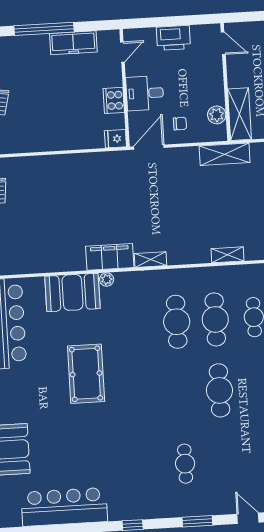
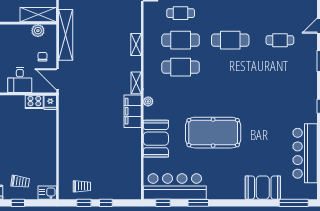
cooker: (114, 100) -> (34, 102), moved
shelving: (225, 154) -> (66, 35), width x1.47
shelving: (228, 255) -> (136, 45), moved
plant: (107, 279) -> (148, 101), moved
pool table: (86, 374) -> (213, 133), width x1.36, depth x1.32
cafe table: (185, 464) -> (280, 40), moved

